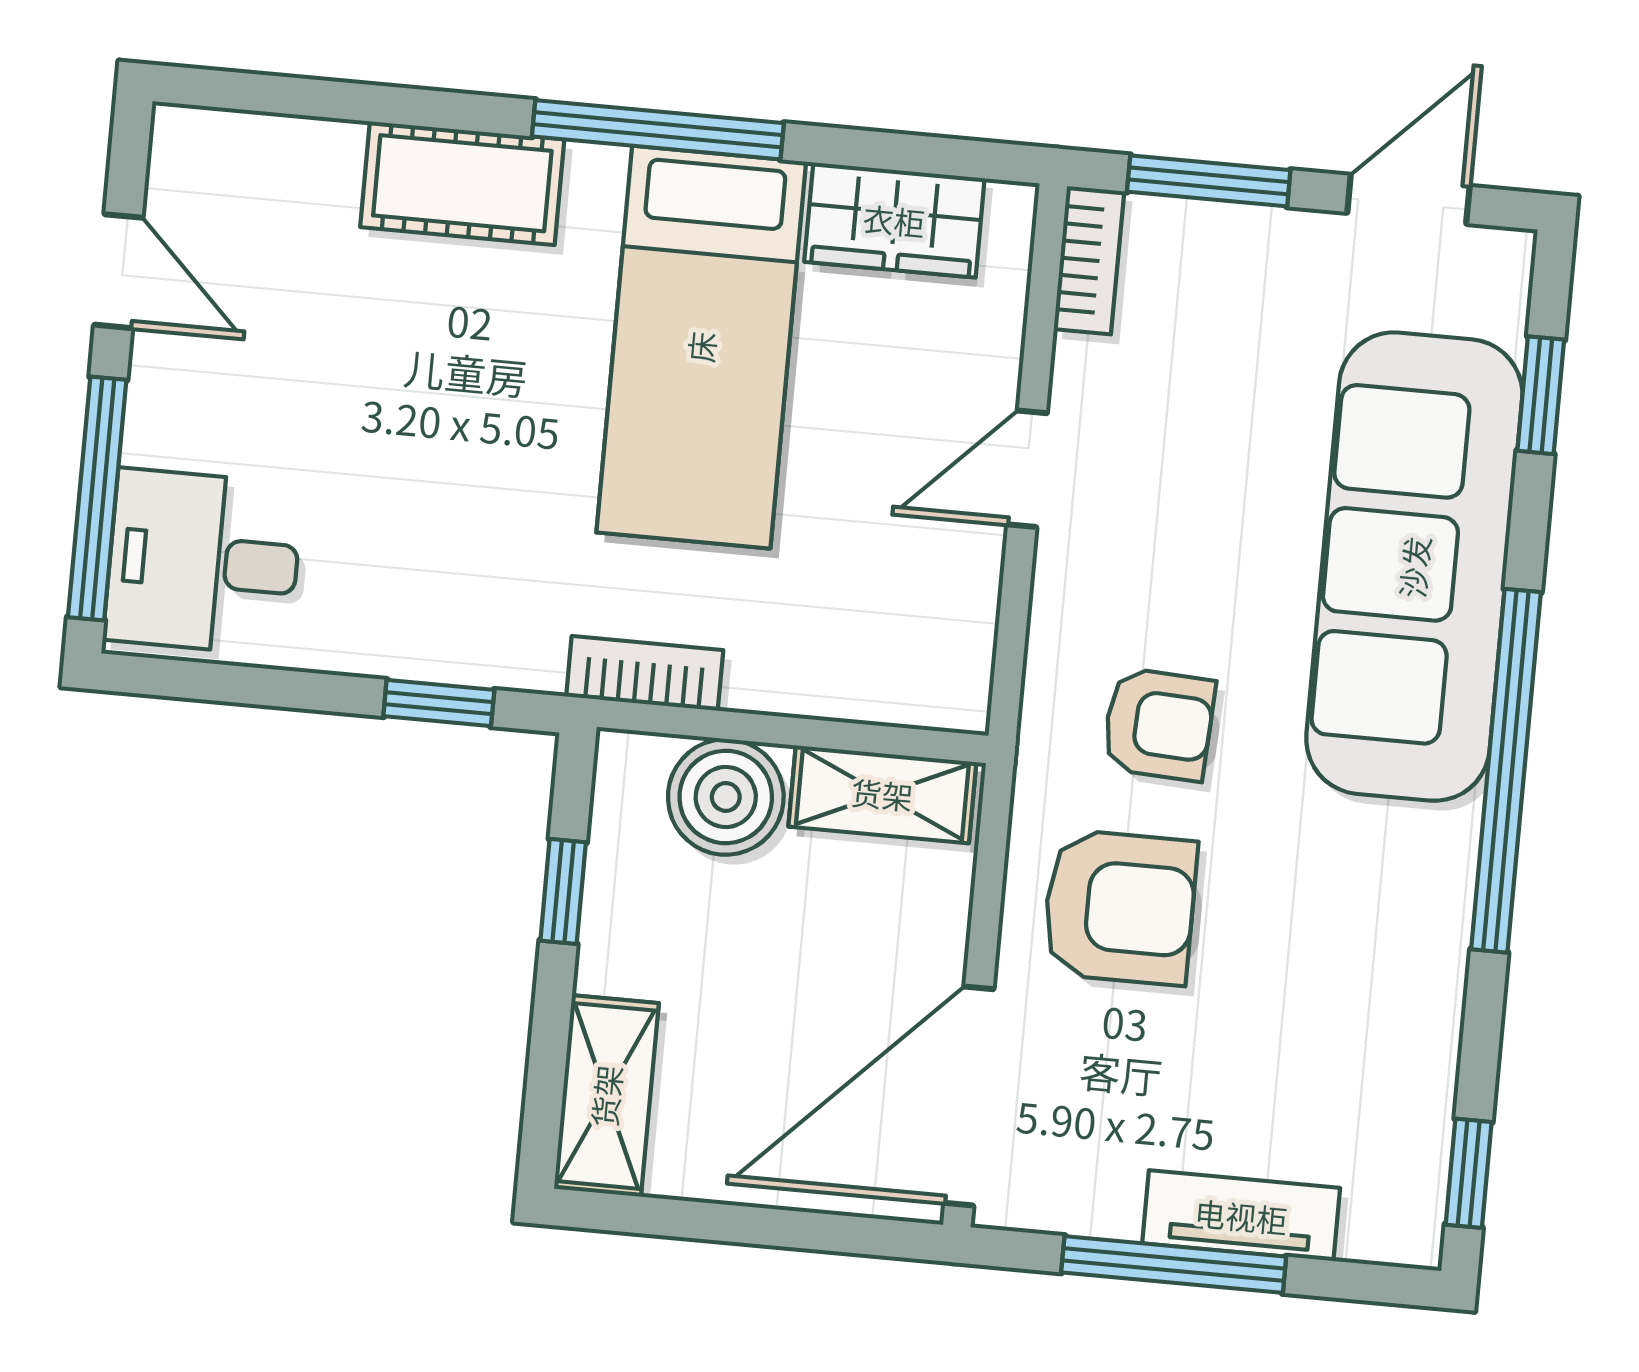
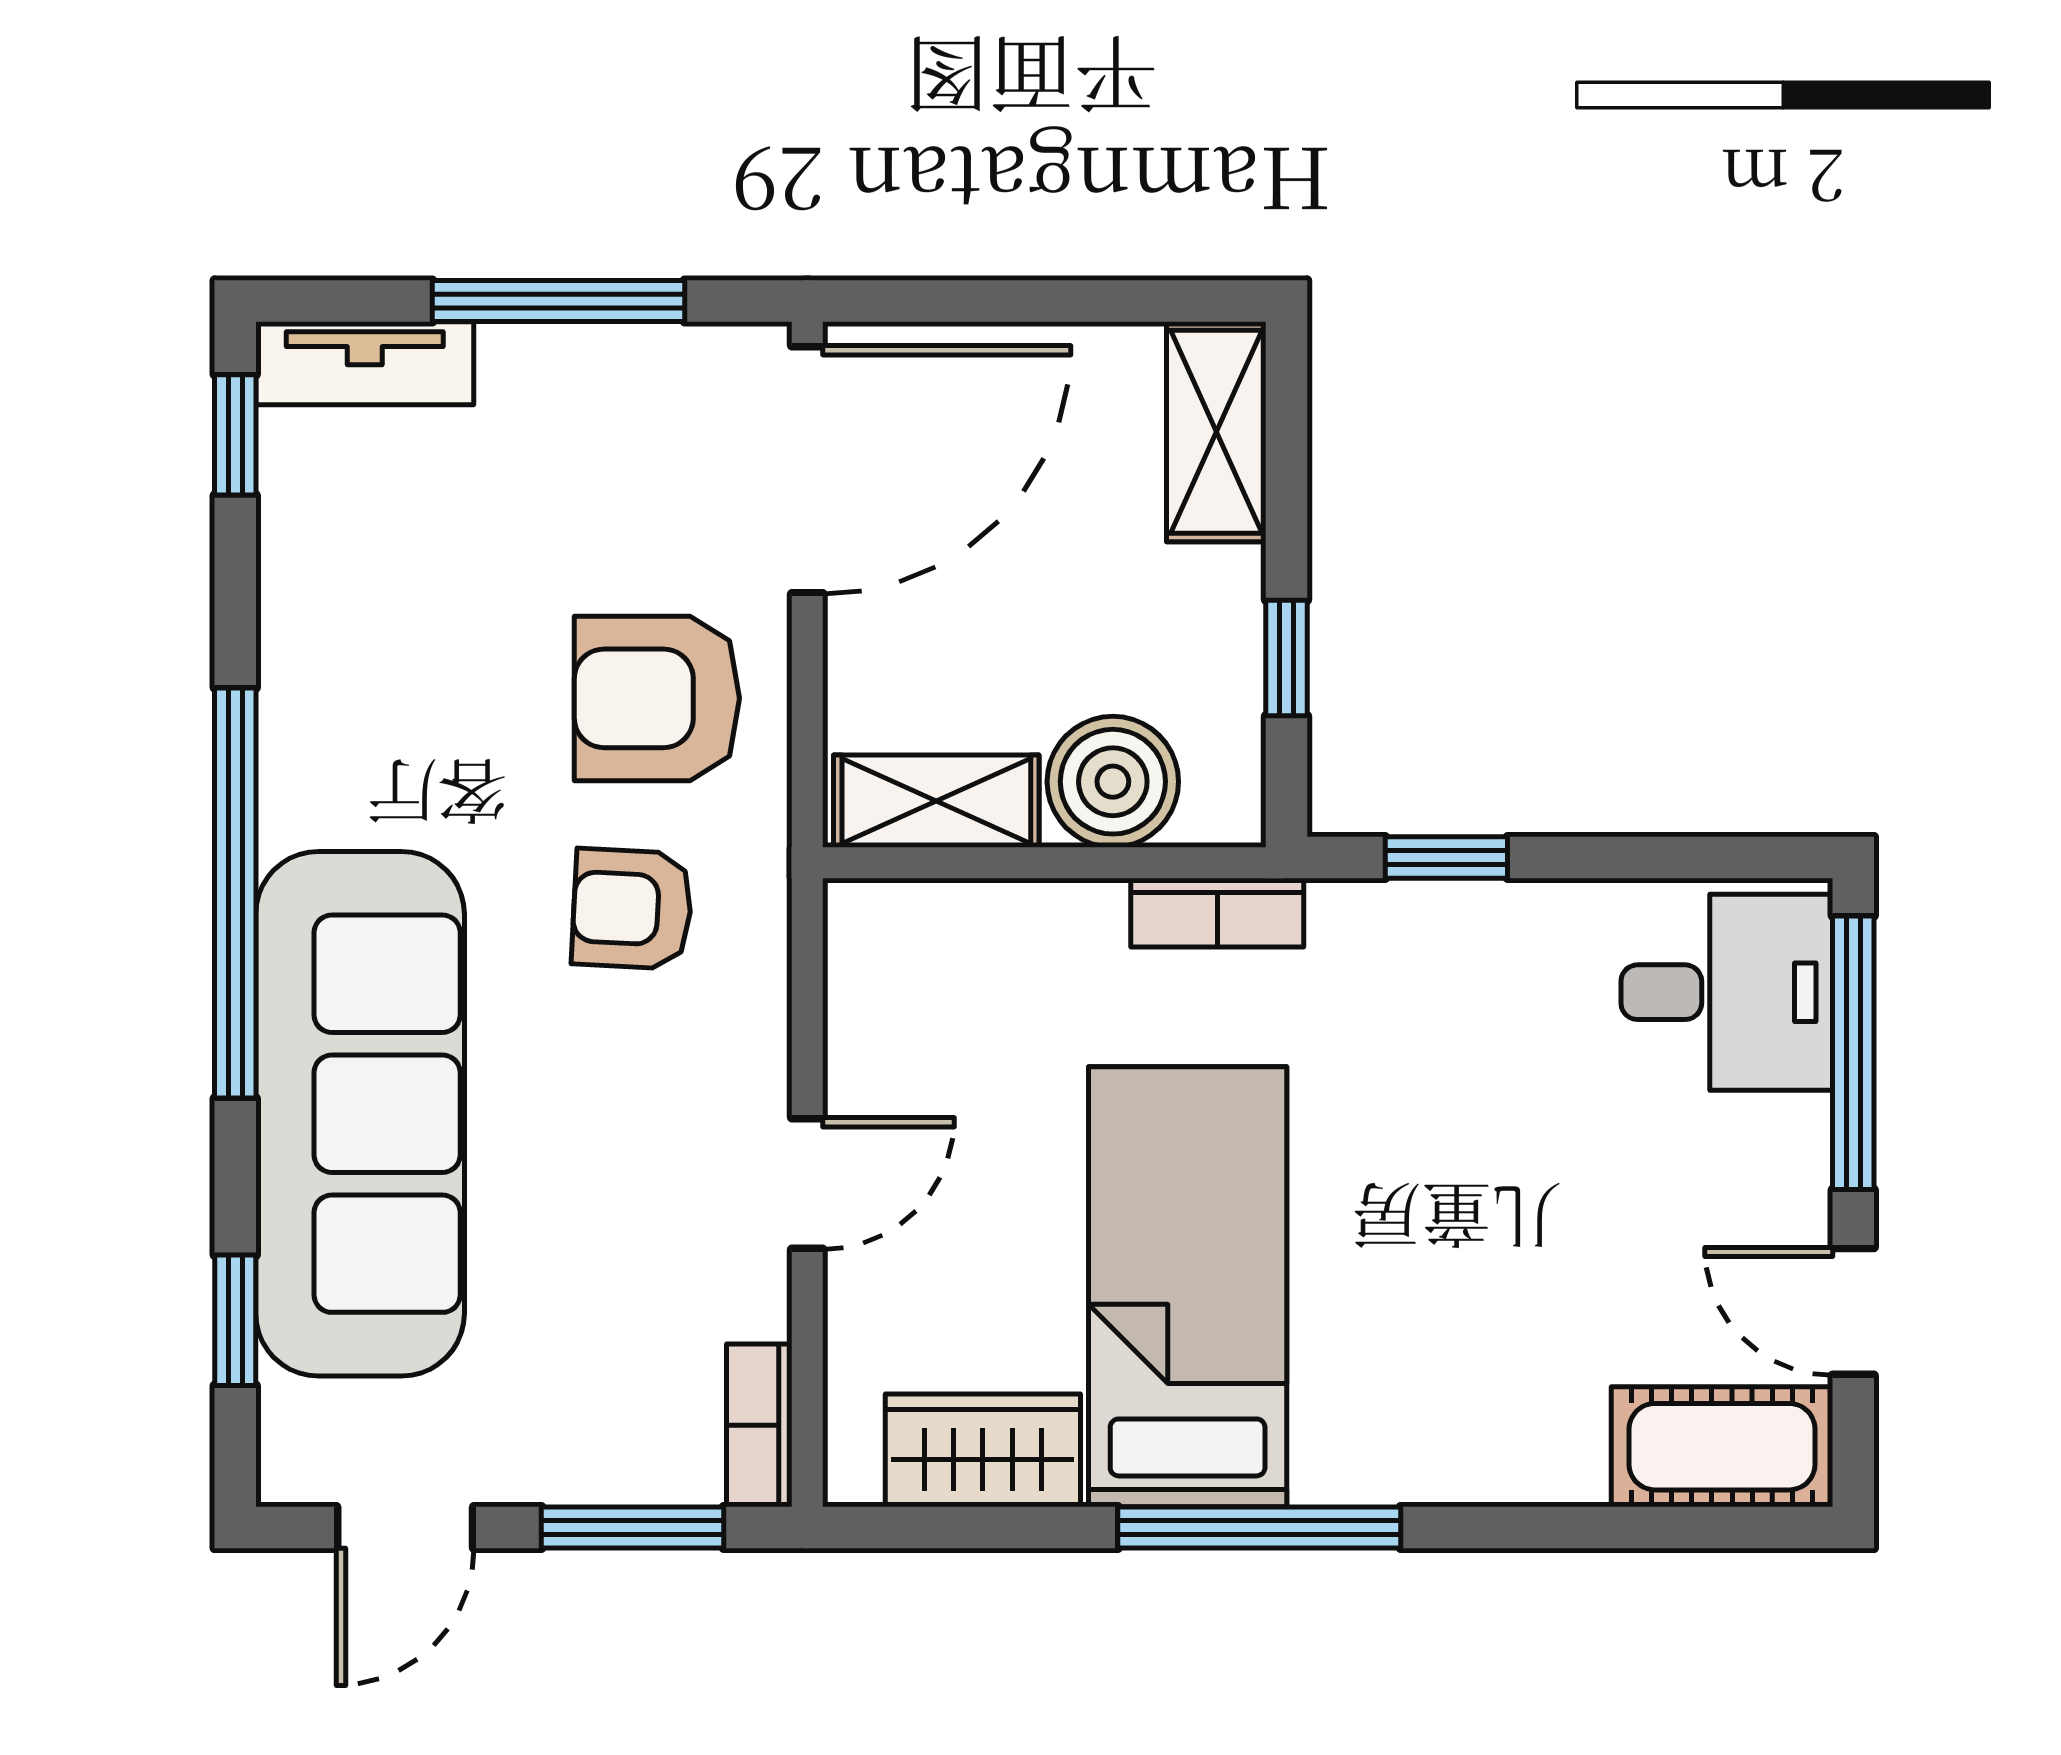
cot: (462, 183) -> (1722, 1447), moved
tv unit: (1241, 1216) -> (365, 363), moved

